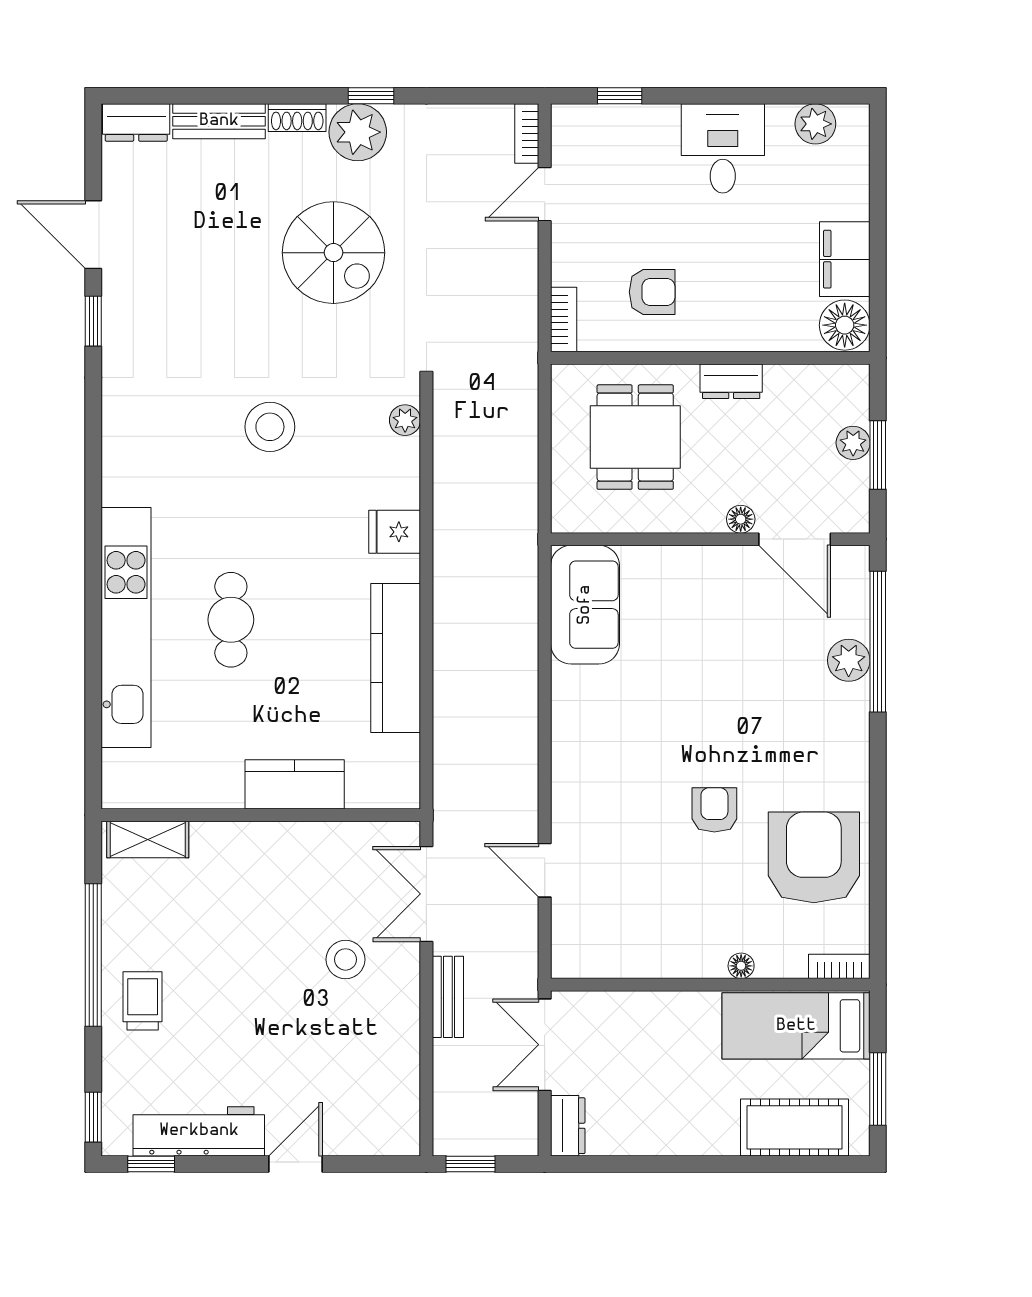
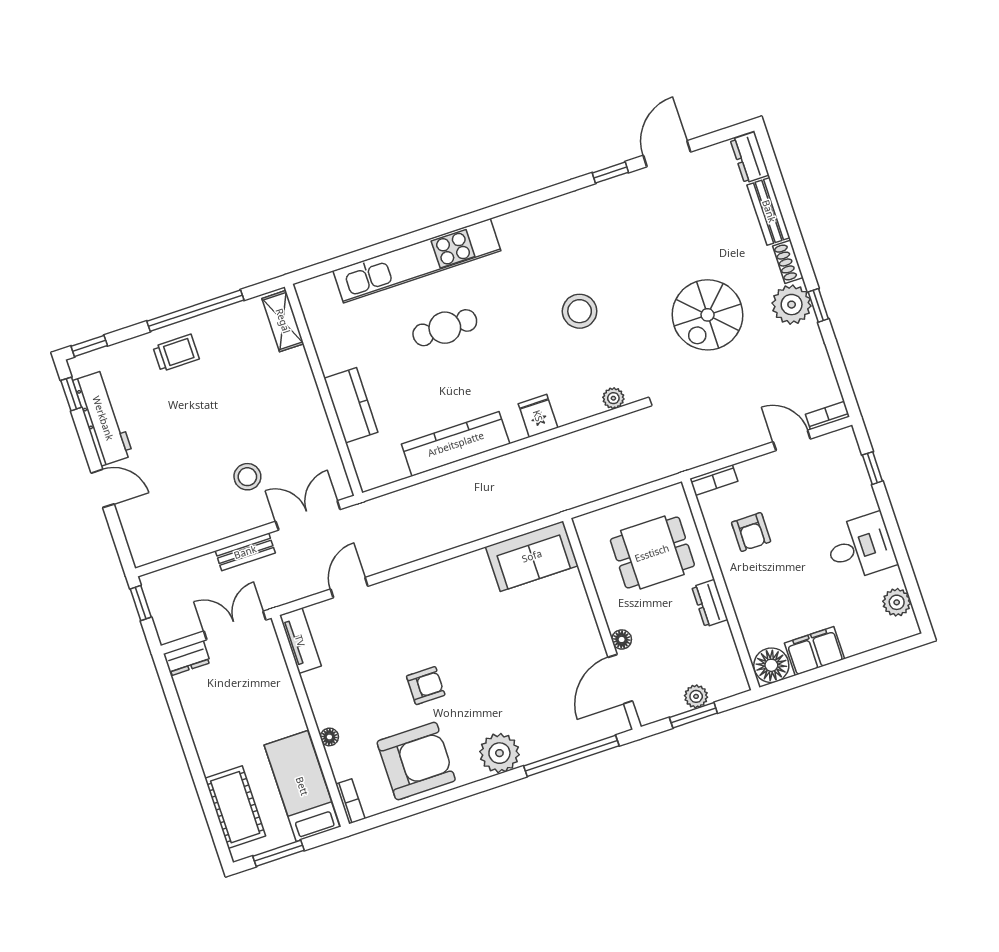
plant: (849, 660) -> (499, 753), moved, width x1.36, depth x1.36
tv unit: (595, 962) -> (300, 641), added

